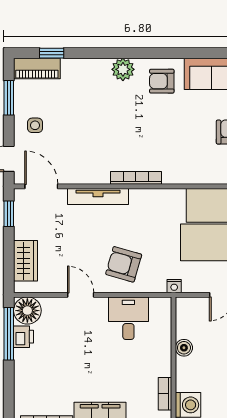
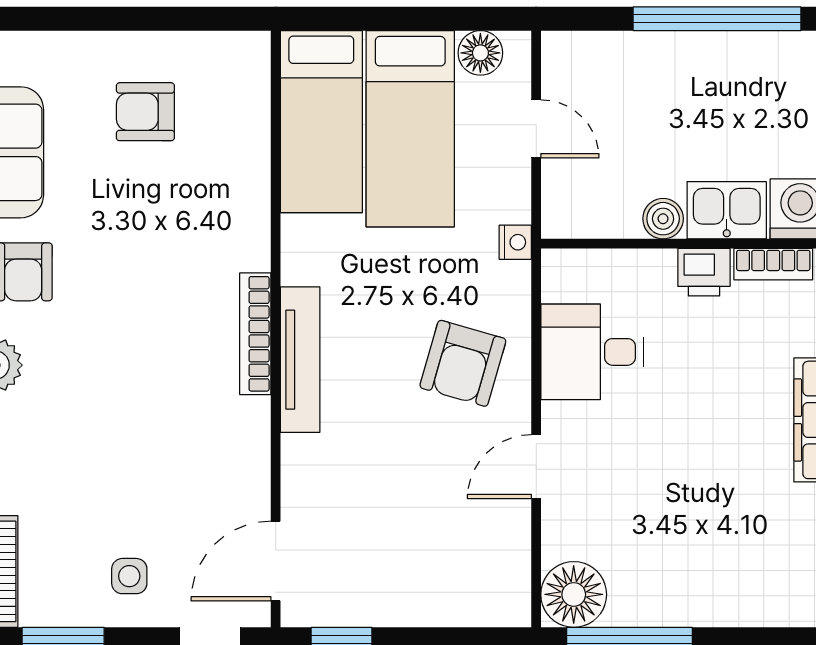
tv unit: (98, 196) -> (300, 360), moved
wardrobe: (25, 261) -> (455, 599), removed
printer: (24, 337) -> (704, 272), moved, turned 180
kitchen sink: (187, 374) -> (727, 210), added

